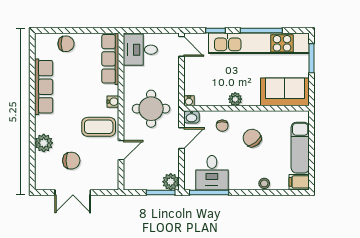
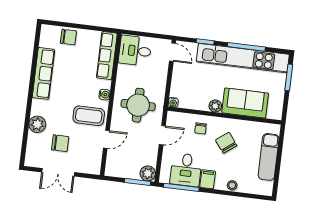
sofa: (285, 92) -> (245, 103), moved
washbasin: (192, 117) -> (174, 117), removed
filing cabinet: (299, 182) -> (208, 179), moved, turned 90

